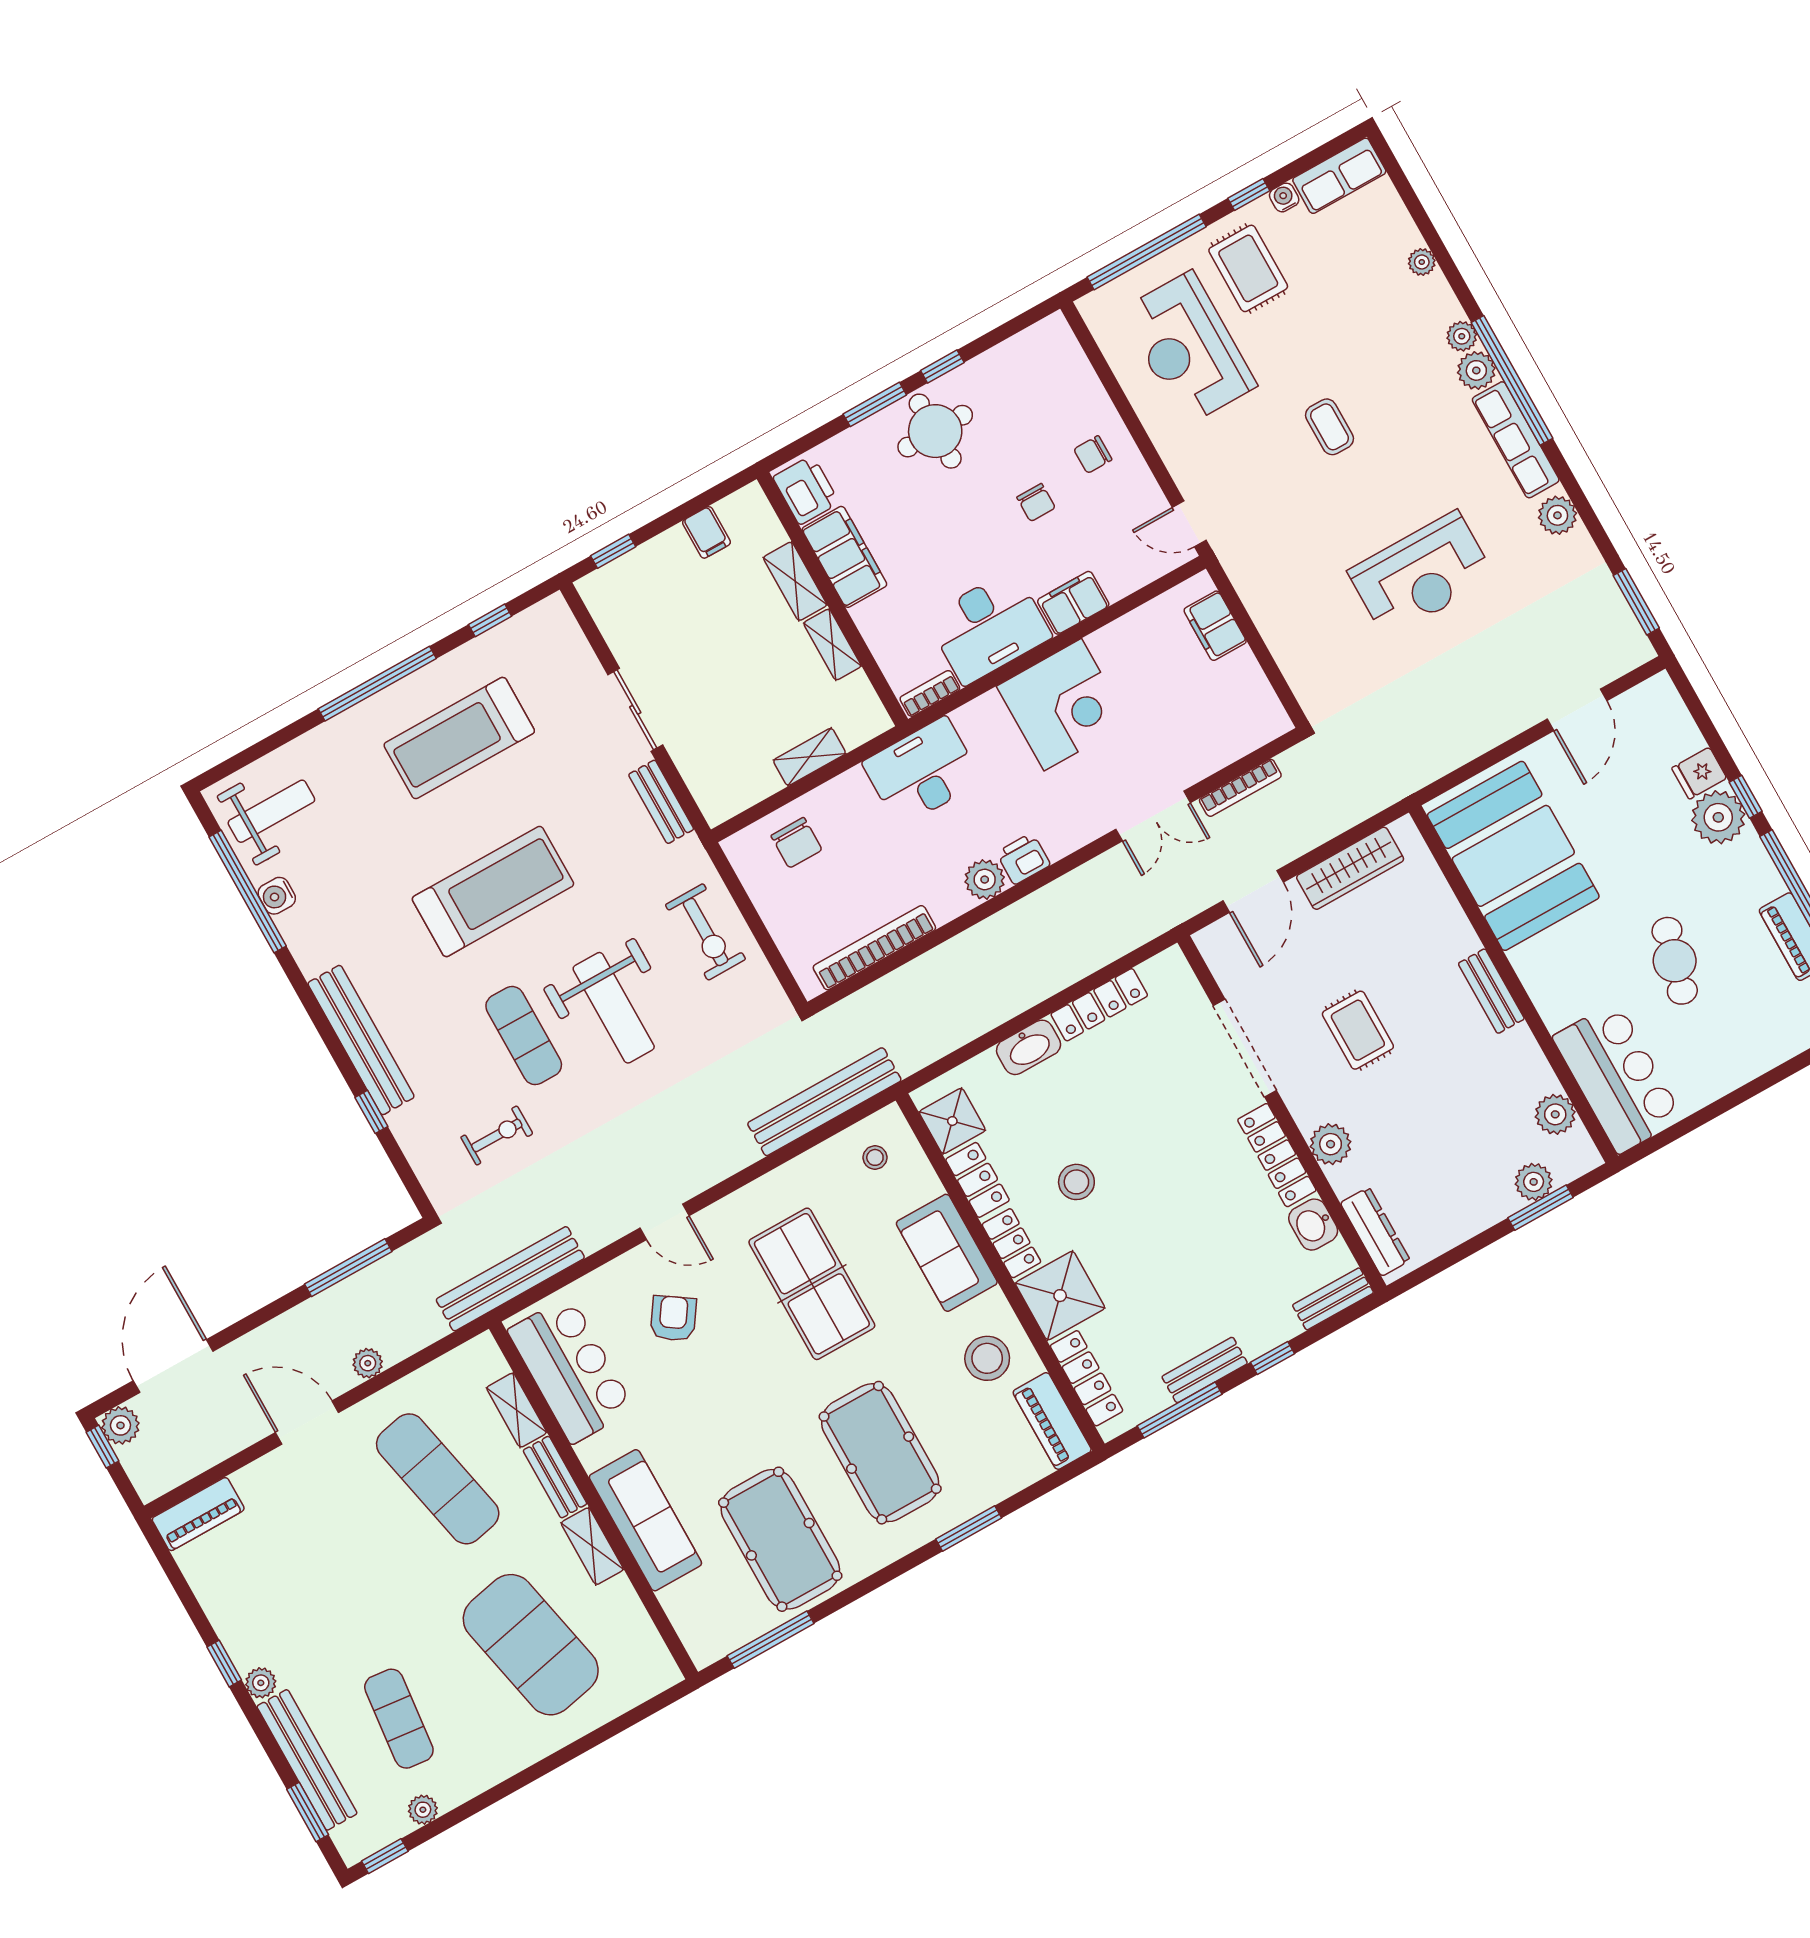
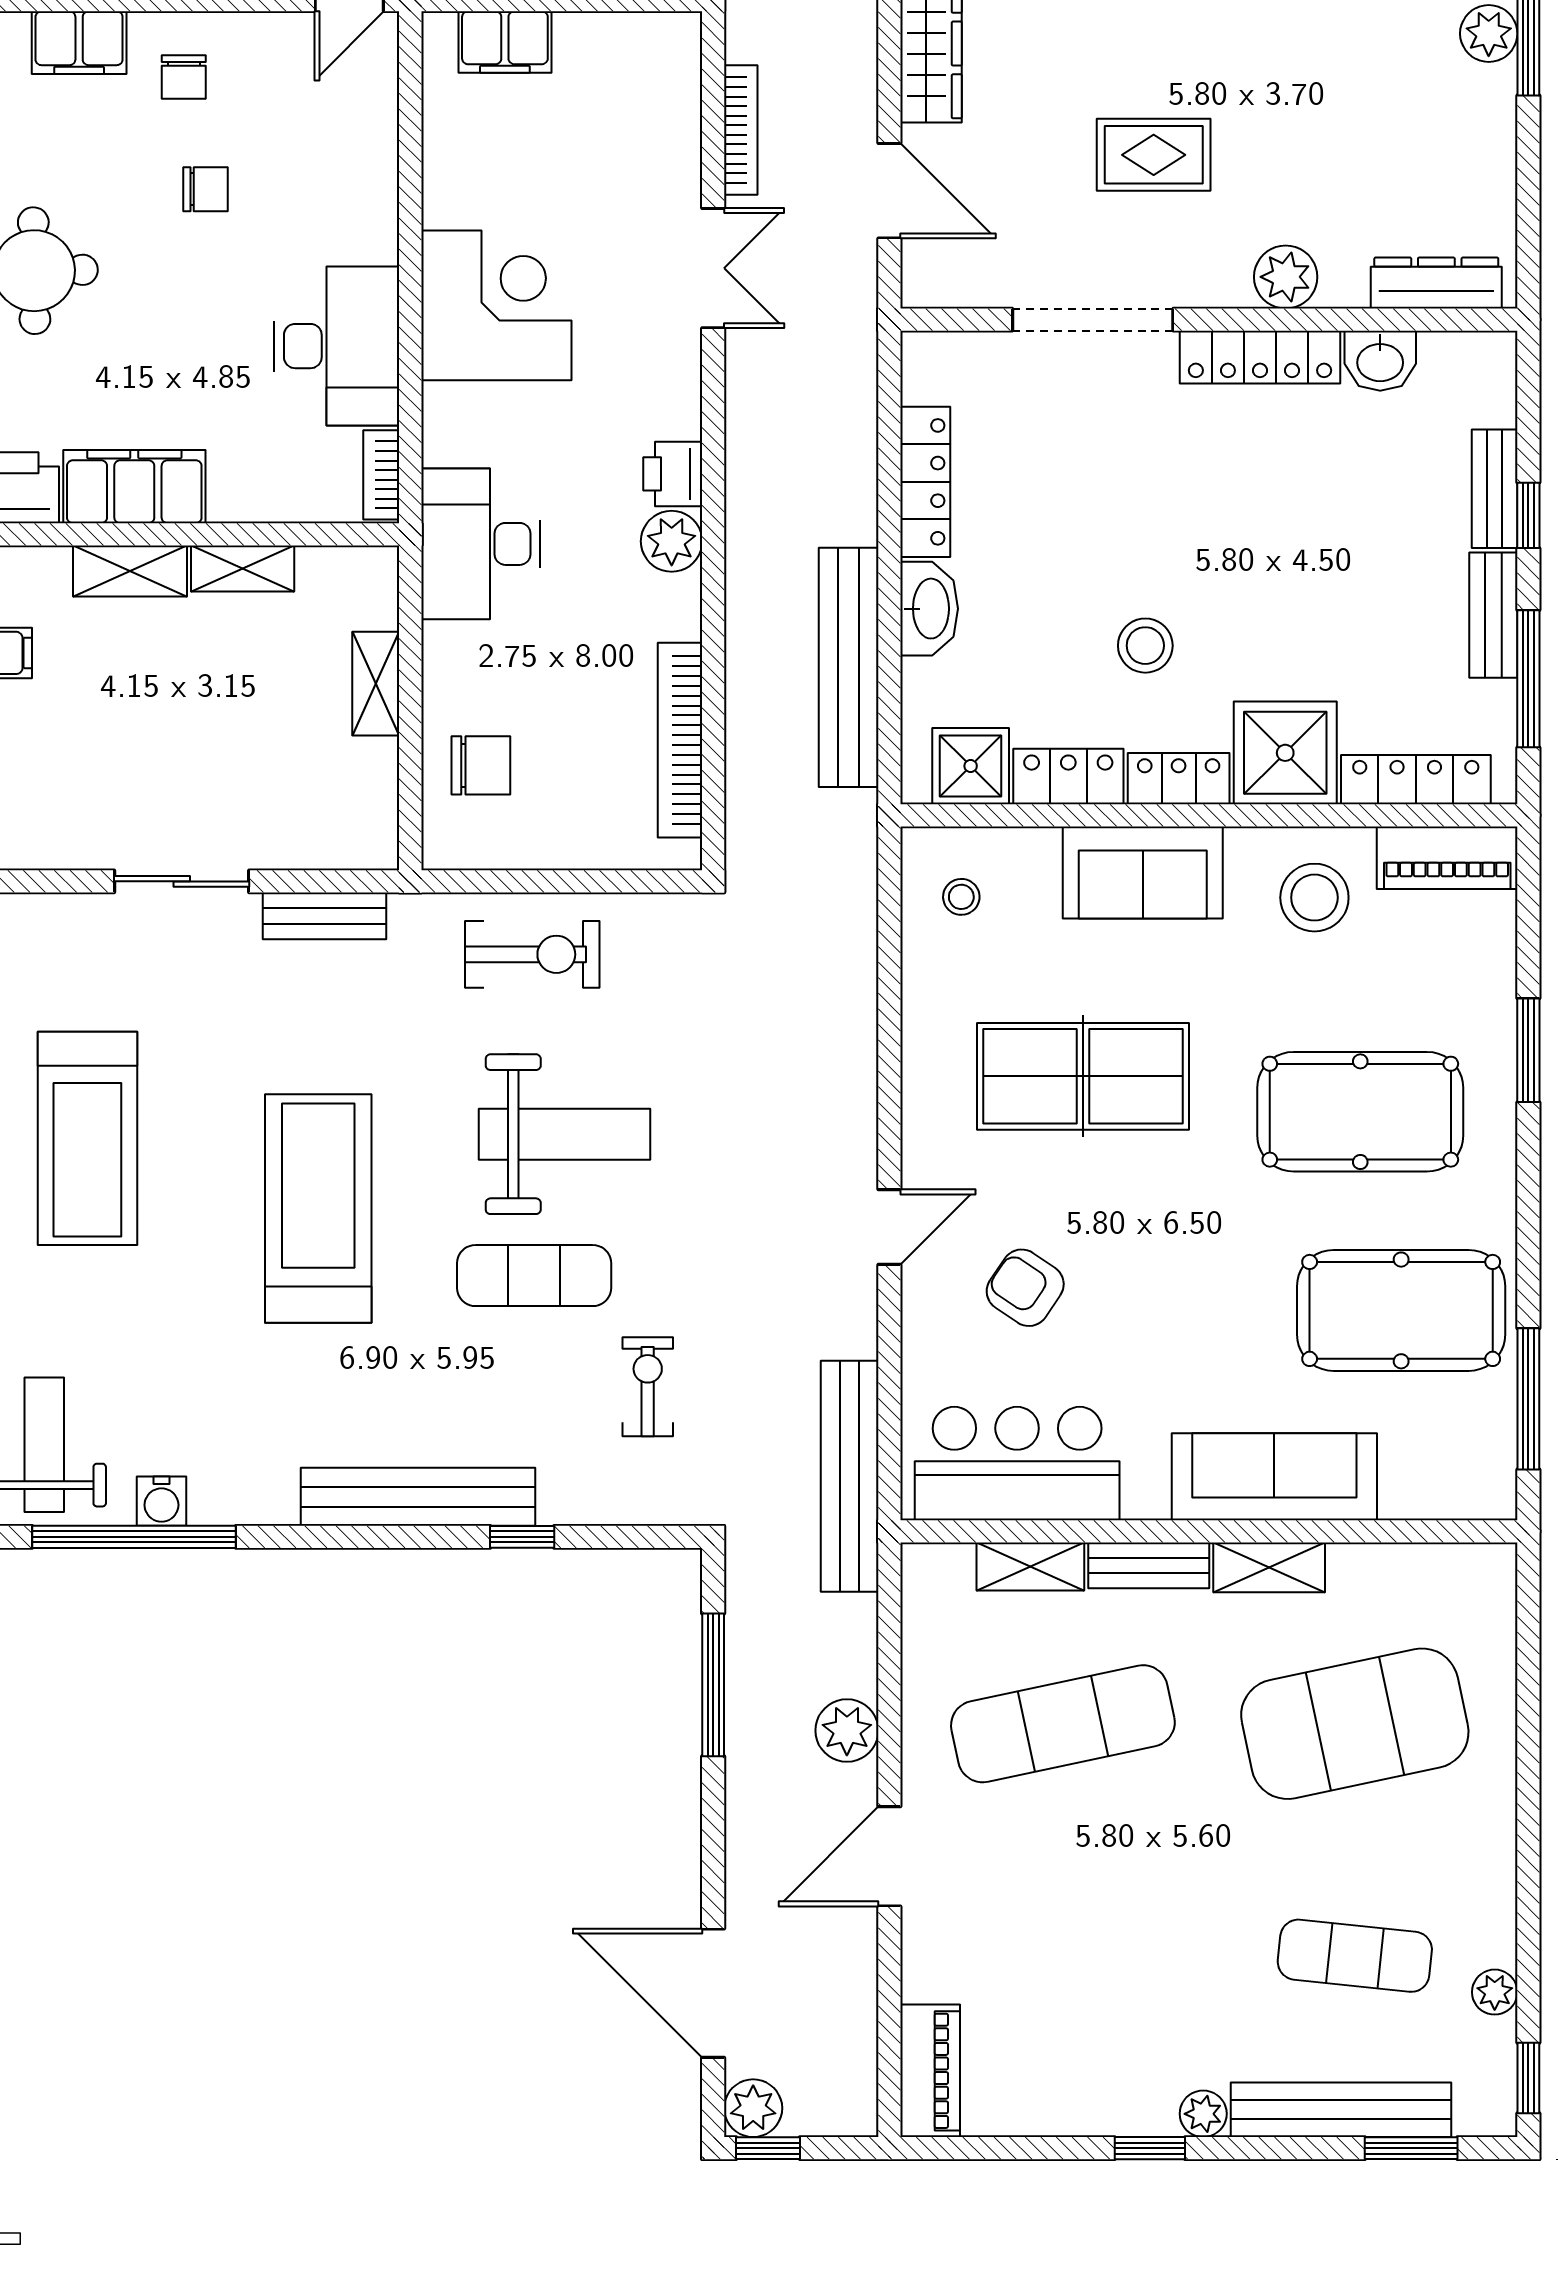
filing cabinet: (1073, 603) -> (79, 43), moved, turned -90
bench: (824, 1102) -> (849, 667), moved
bench: (1333, 1299) -> (1495, 489), moved
plant: (368, 1363) -> (847, 1731), width x1.38, depth x1.38

